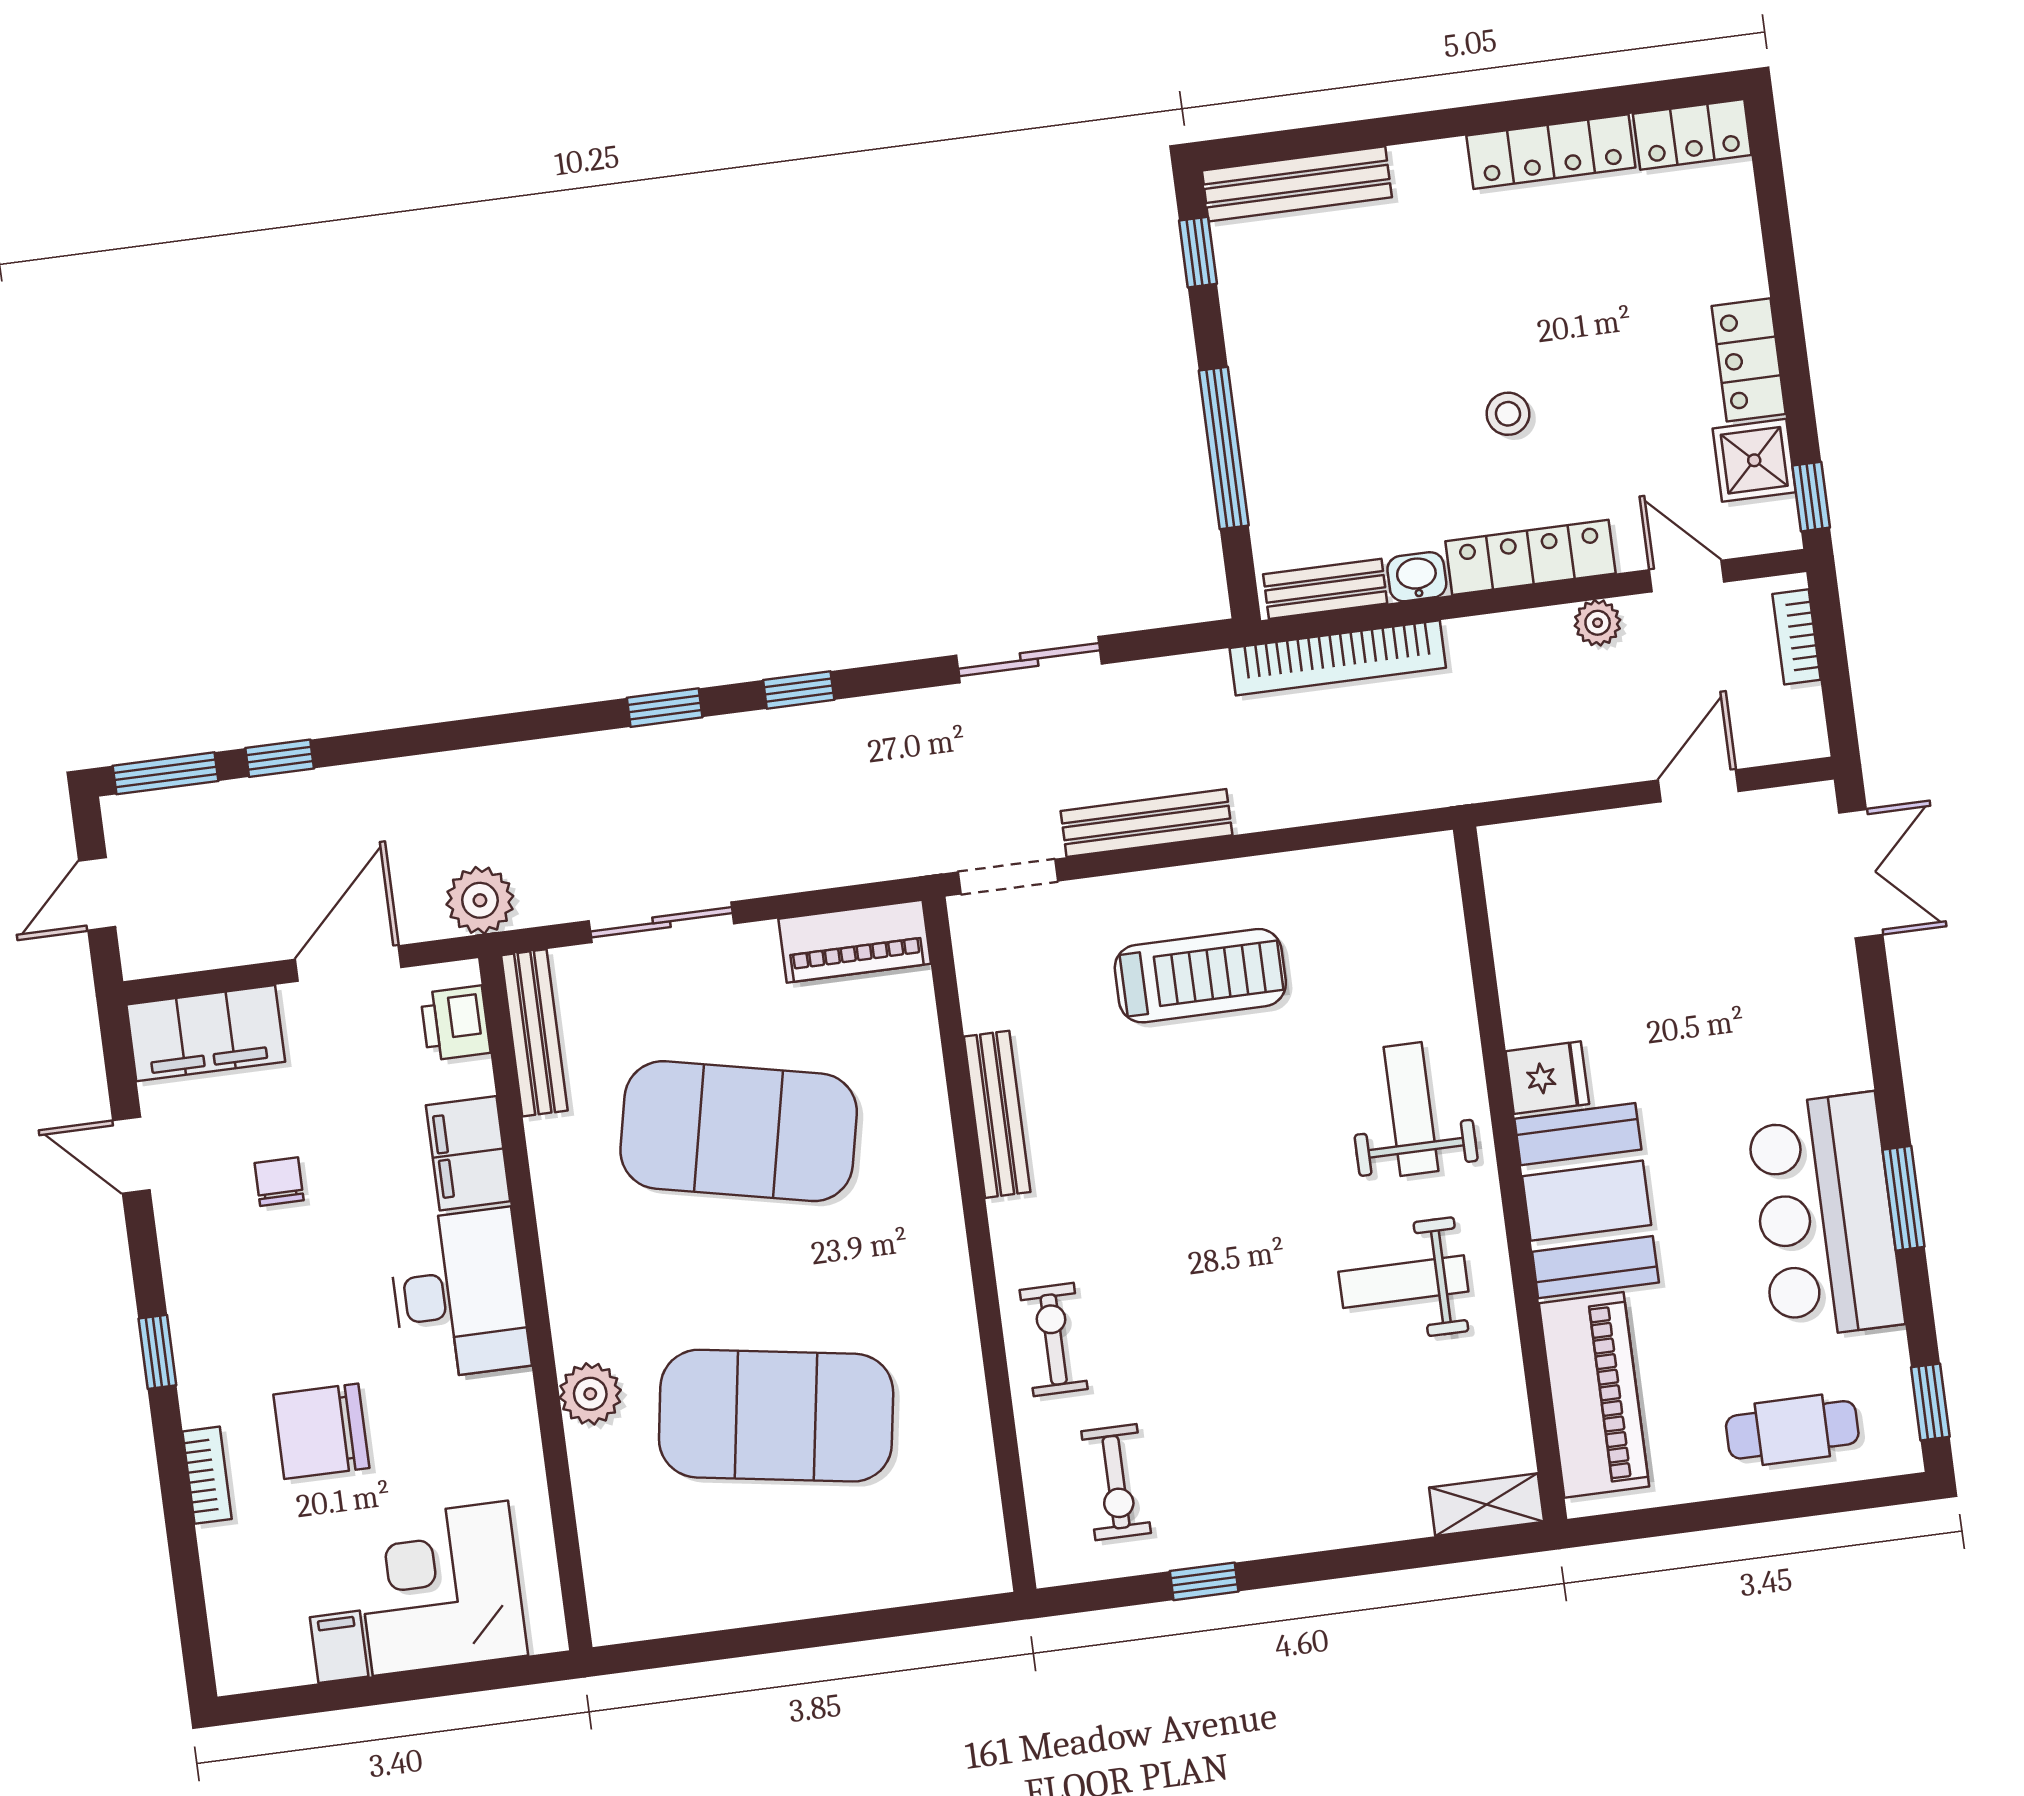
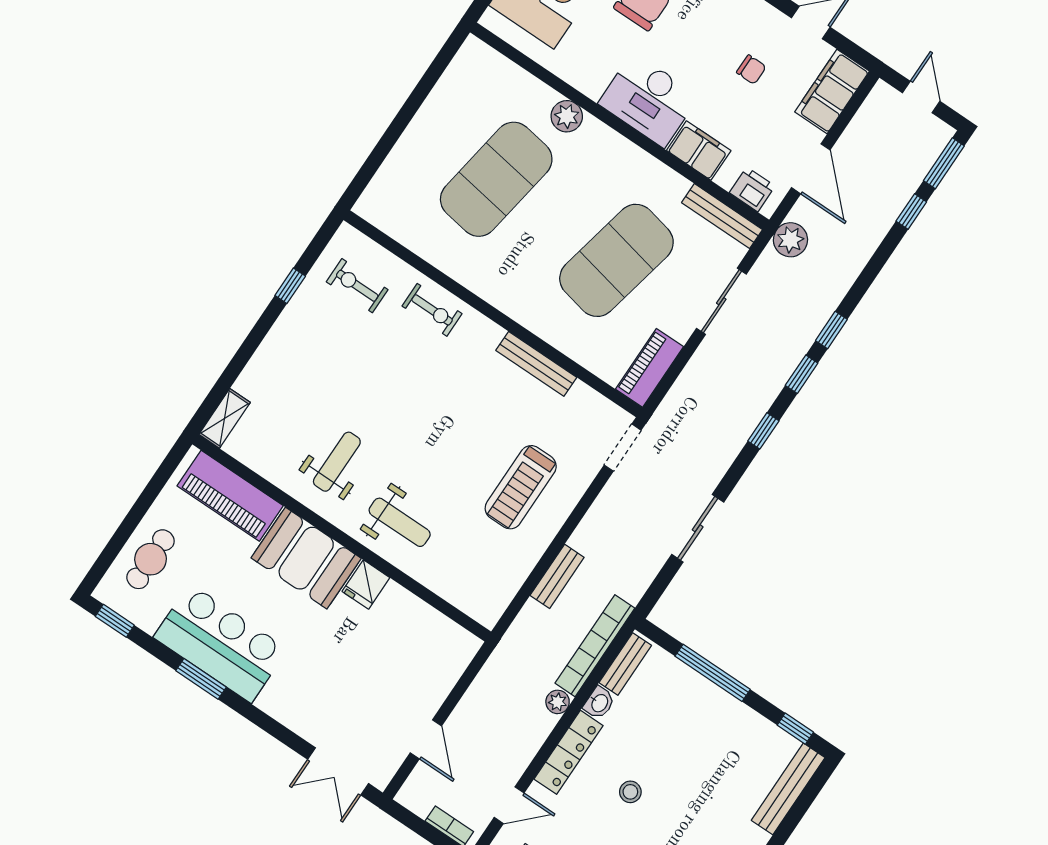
plant: (1598, 623) -> (558, 702), moved
window: (560, 721) -> (831, 330), added
bench: (1146, 823) -> (557, 576), moved, width x0.73

